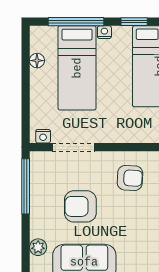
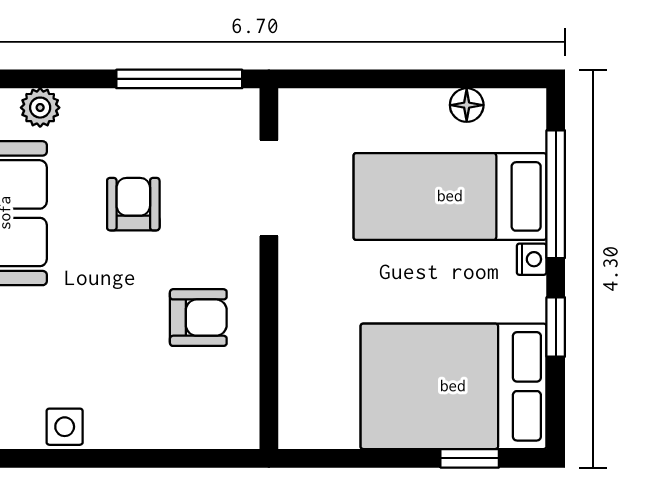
nightstand: (43, 136) -> (294, 119), removed
armchair: (130, 178) -> (198, 318), turned -93
armchair: (80, 206) -> (133, 204), width x0.72, depth x0.72

